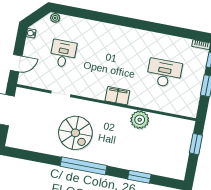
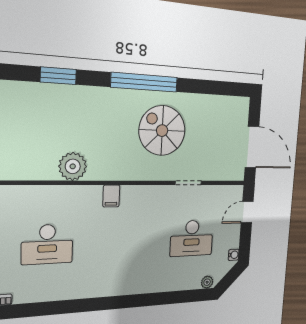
desk: (63, 54) -> (192, 238), width x1.37
filing cabinet: (117, 96) -> (111, 196), width x0.50

